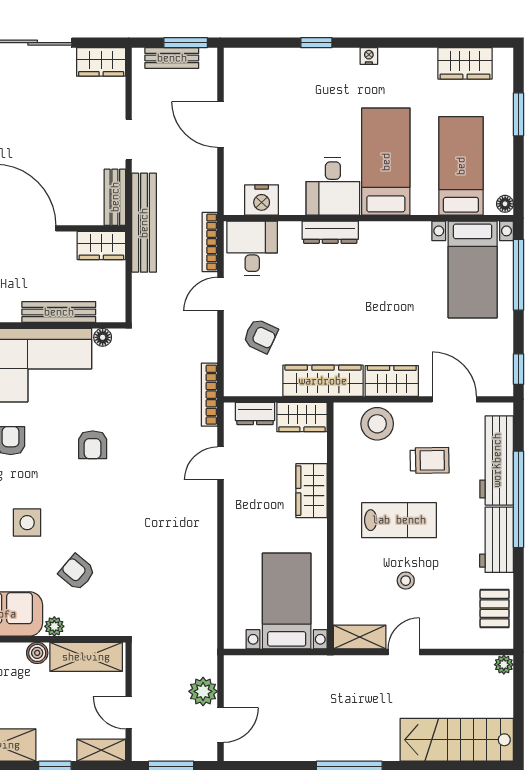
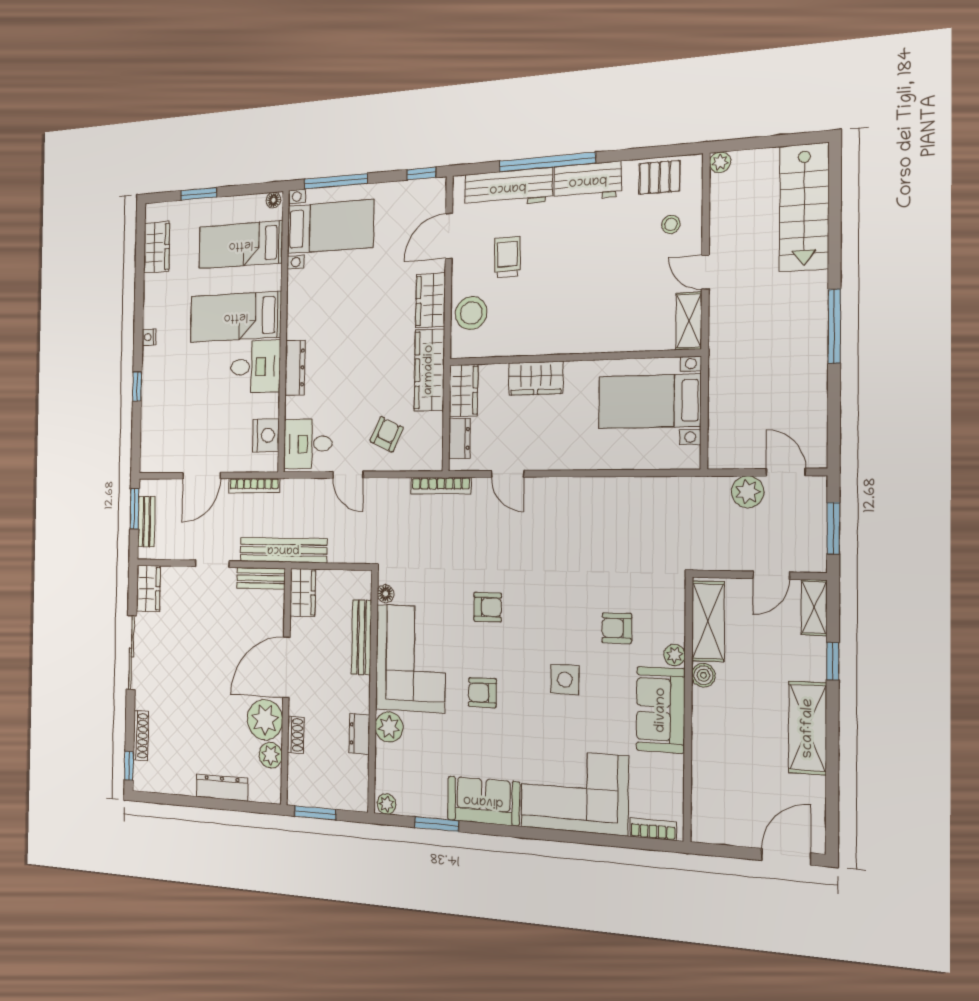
bookcase: (210, 242) -> (254, 486), moved
lab bench: (399, 520) -> (567, 285), removed
armchair: (77, 572) -> (617, 628), turned 50
stool: (406, 581) -> (671, 224), moved

